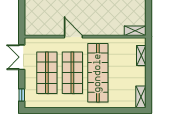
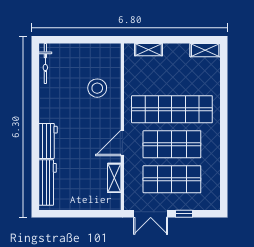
stool: (113, 18) -> (97, 88), added
shelving: (135, 31) -> (114, 178), moved
window: (22, 95) -> (184, 214), moved

